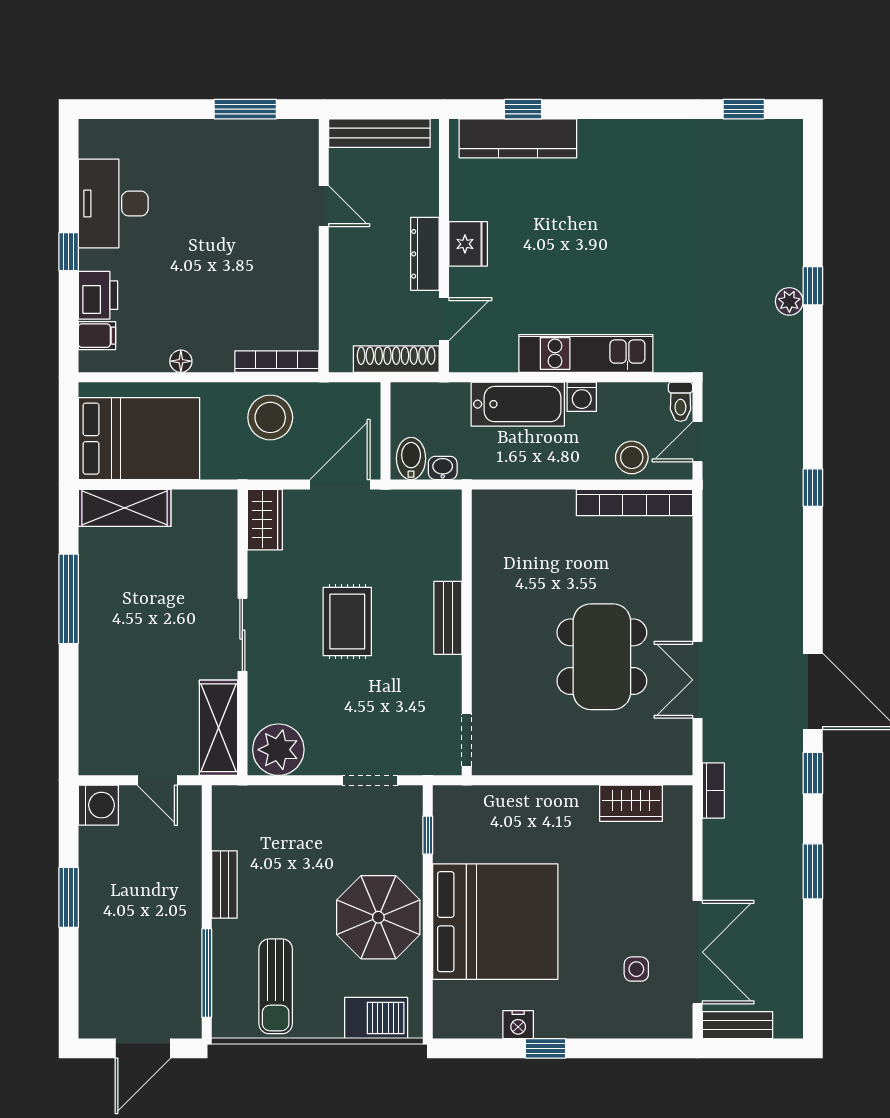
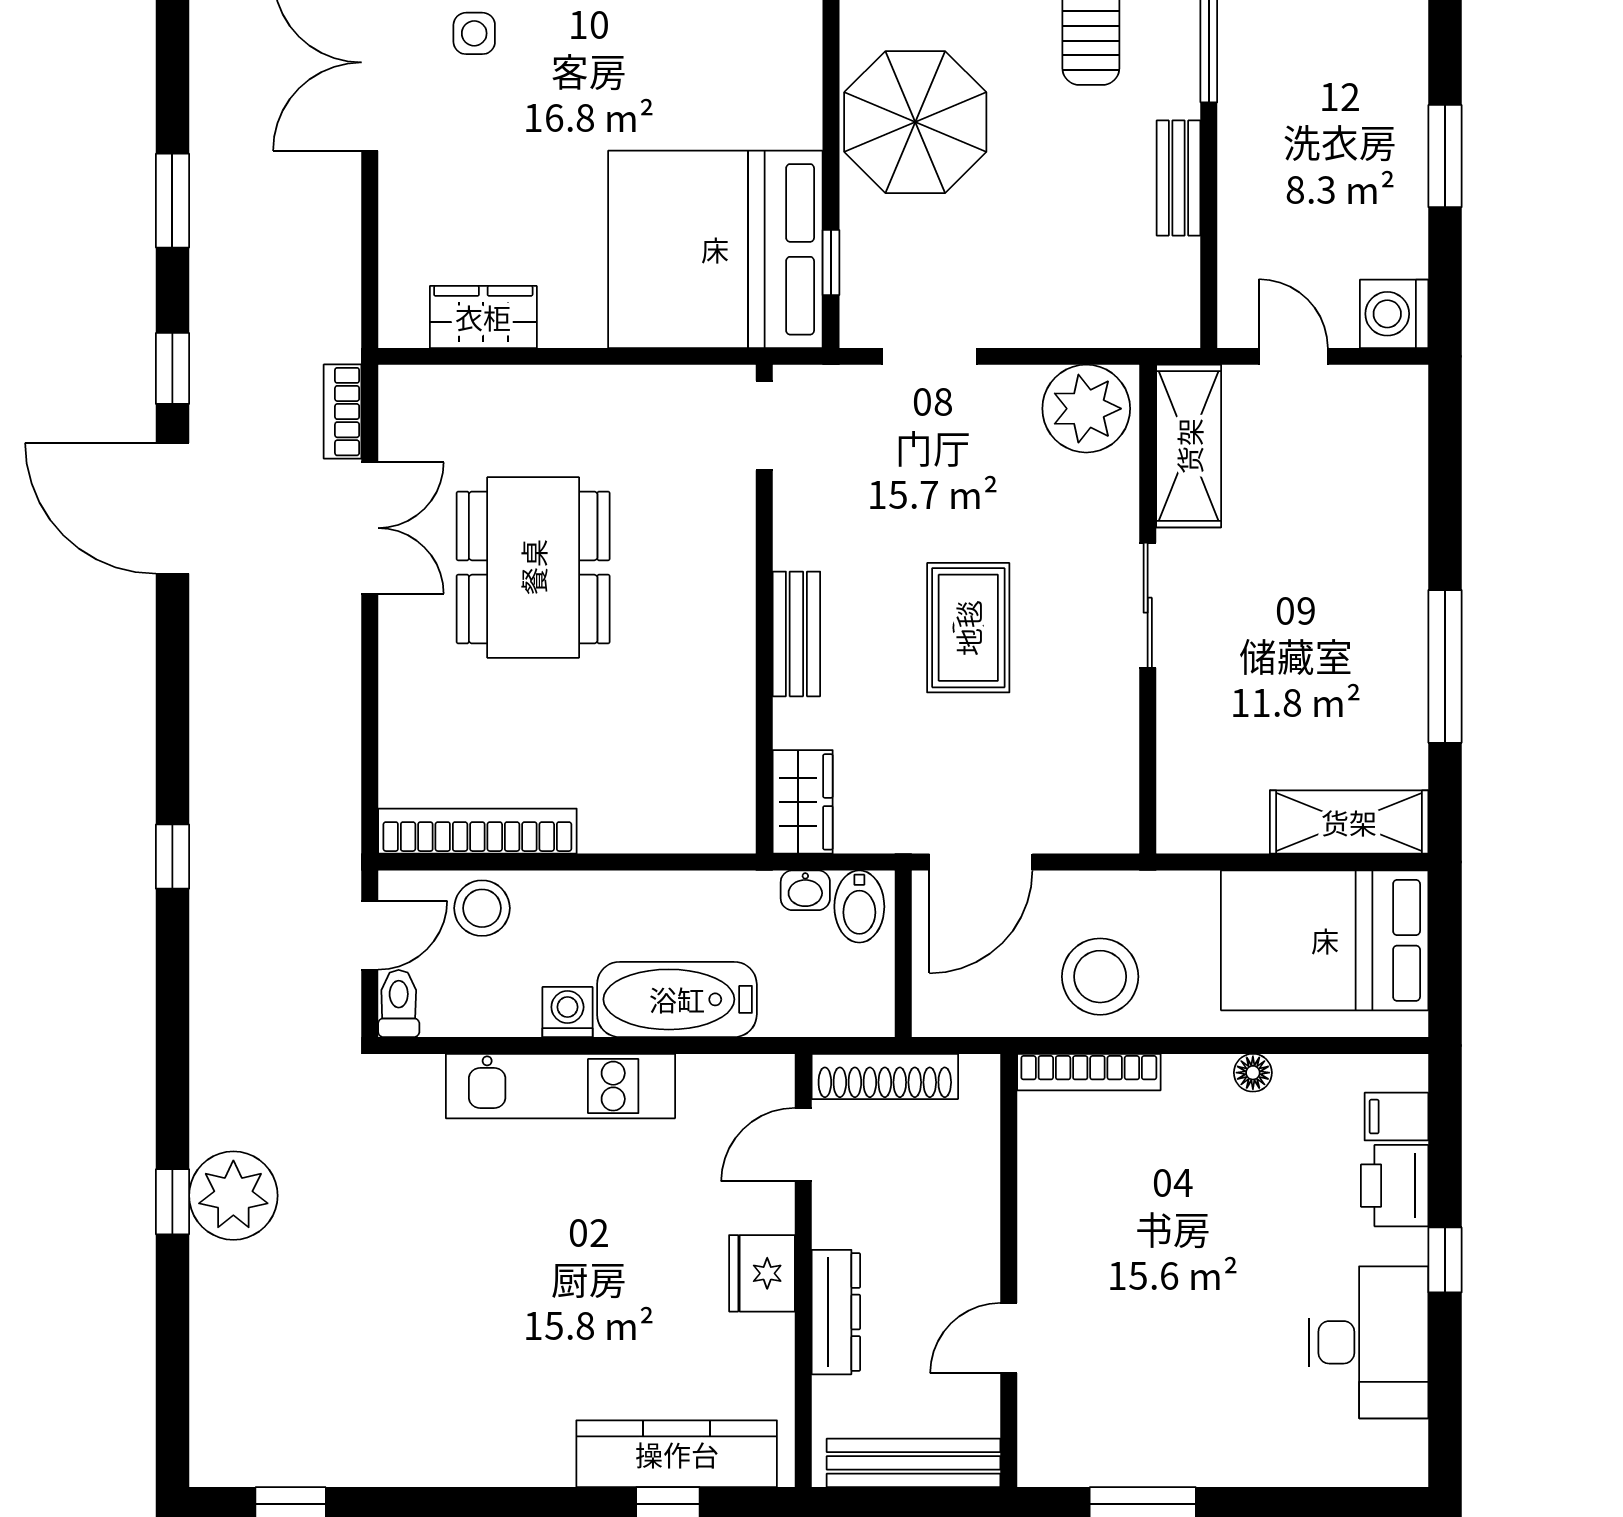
door: (324, 206) -> (1009, 1338), hinge flipped
dresser: (425, 254) -> (836, 1312), moved
plant: (789, 301) -> (233, 1196), width x1.88, depth x1.88
wardrobe: (265, 520) -> (803, 802), moved, turned 180
bookcase: (713, 791) -> (343, 412), moved
bed: (495, 922) -> (715, 249), moved

